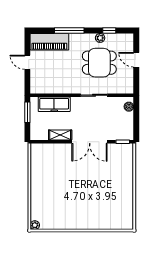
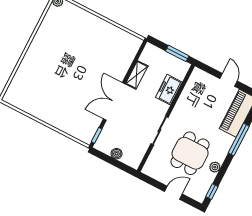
window: (109, 31) -> (212, 192), moved
door: (27, 62) -> (228, 80), hinge flipped
freezer: (54, 104) -> (169, 90), width x0.71
boiler: (129, 107) -> (116, 154), moved

